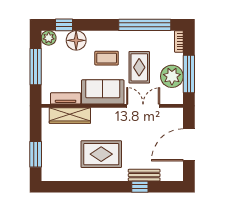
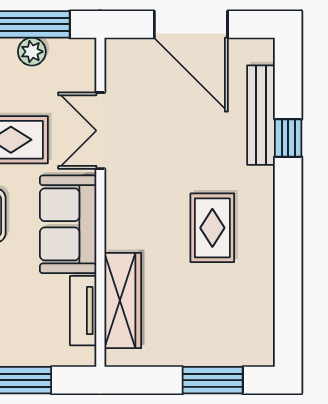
plant: (172, 76) -> (32, 52), width x0.53, depth x0.53
rug: (101, 154) -> (212, 228), width x0.73, depth x0.70
bench: (144, 175) -> (261, 115), width x1.36

